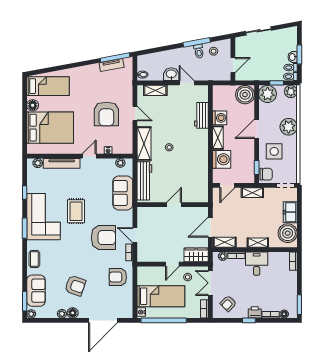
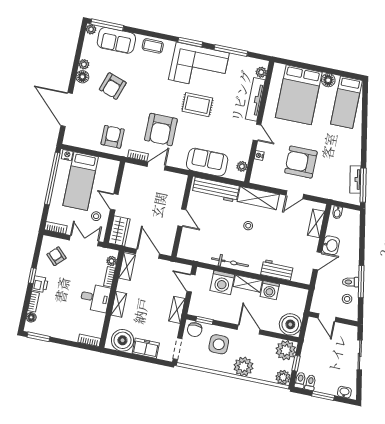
washbasin: (293, 57) -> (344, 392), moved
bicycle: (203, 156) -> (230, 262), added
window: (25, 192) -> (231, 50), width x2.17
window: (25, 301) -> (107, 25), width x1.44

